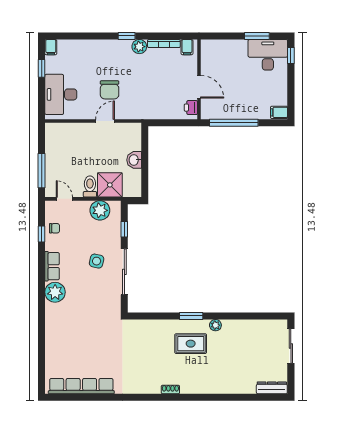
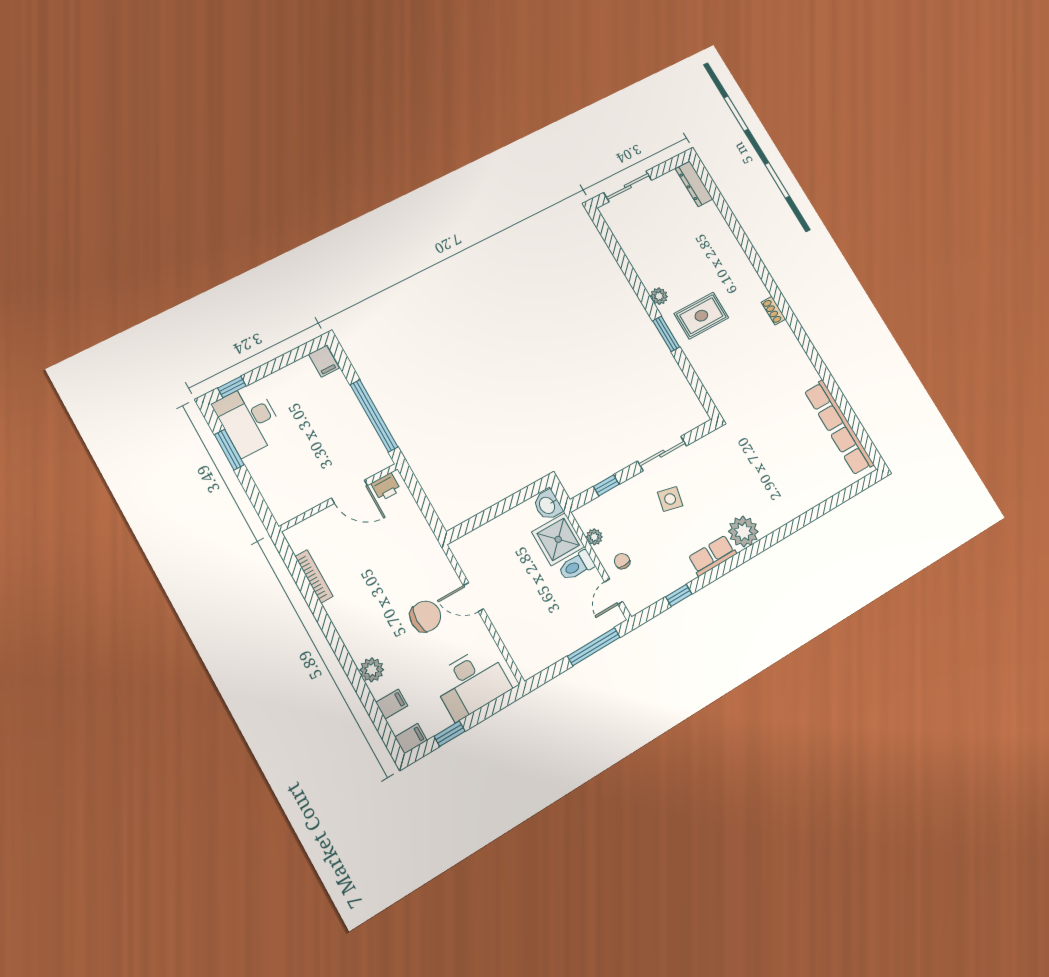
window: (127, 36) -> (333, 637), removed
plant: (139, 47) -> (372, 670), moved
filing cabinet: (187, 47) -> (392, 704), moved
door: (199, 87) -> (349, 492), swing flipped
washbasin: (134, 160) -> (548, 505), moved, turned 90
plant: (100, 210) -> (594, 537), width x0.53, depth x0.53
chair: (55, 228) -> (622, 561), moved
sliding door: (124, 272) -> (662, 454), width x0.73
rug: (191, 344) -> (701, 316), turned 90

